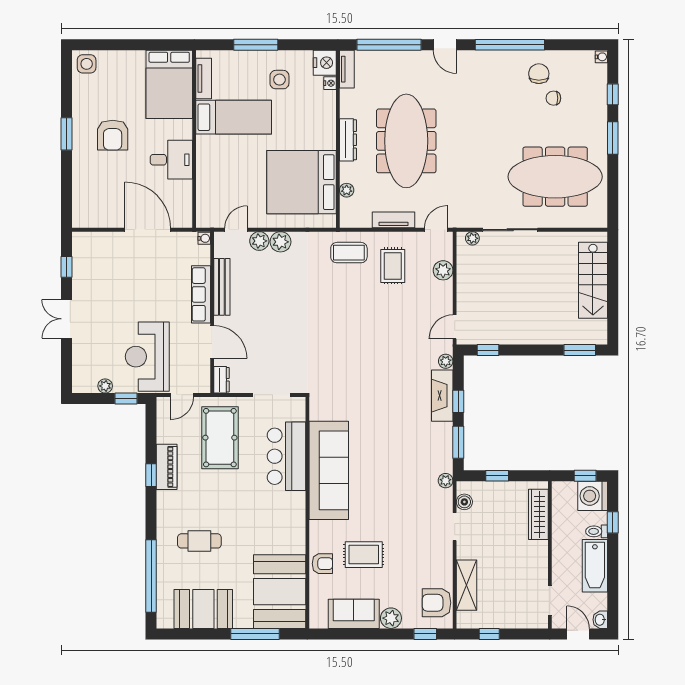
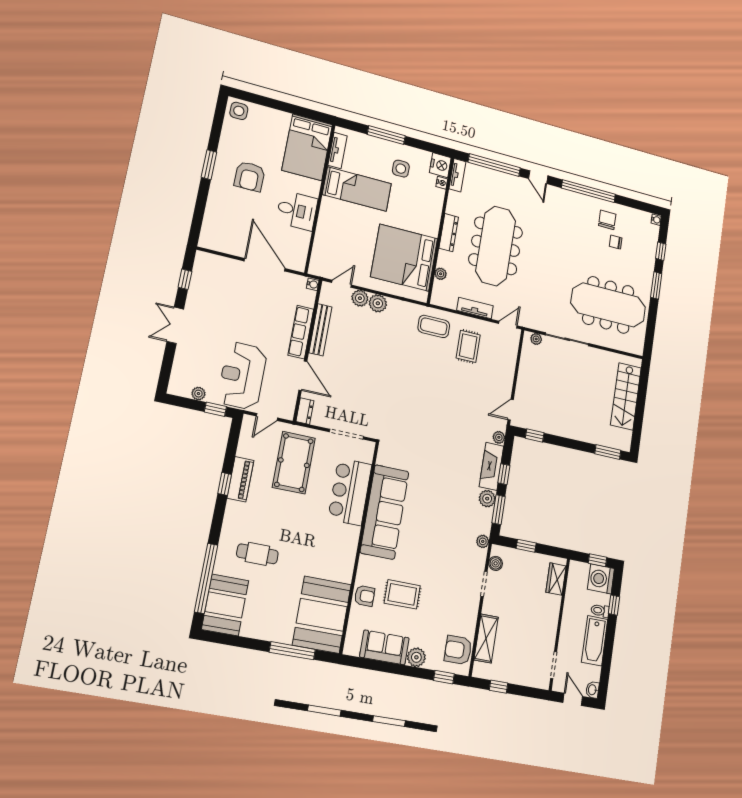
plant: (443, 270) -> (487, 499), moved
wardrobe: (538, 514) -> (556, 579), width x0.67
booth: (203, 609) -> (225, 605), moved, turned 90

